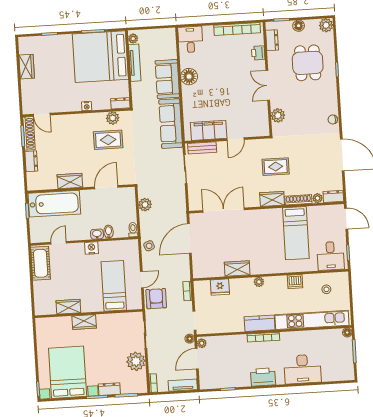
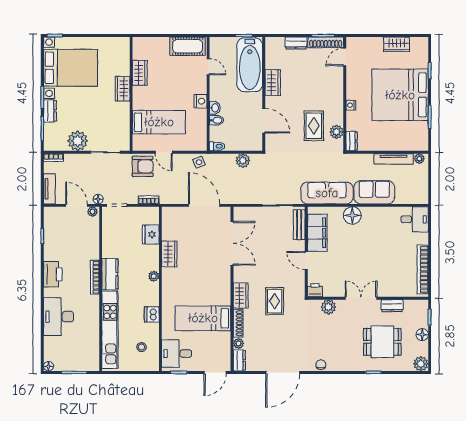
dresser: (272, 40) -> (392, 306), moved
printer: (258, 53) -> (315, 290), moved
bed: (100, 57) -> (400, 95), moved, turned -90
floor lamp: (189, 77) -> (352, 215), moved
floor lamp: (347, 332) -> (49, 366), moved

